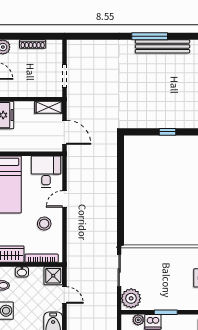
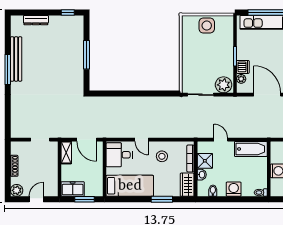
door: (64, 132) -> (87, 140), swing flipped
window: (168, 132) -> (86, 55), width x2.17
shower: (53, 276) -> (205, 161), moved
door: (64, 295) -> (221, 140), hinge flipped

